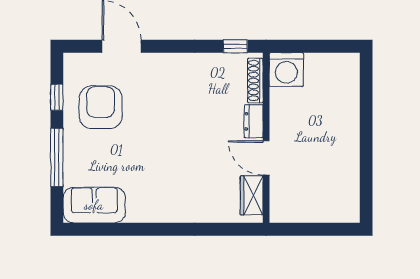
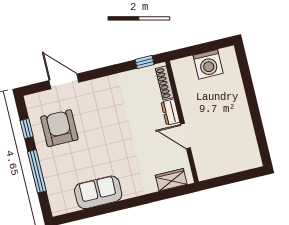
washing machine: (286, 70) -> (208, 64), moved
wardrobe: (252, 195) -> (171, 180), moved, turned 90
sofa: (94, 205) -> (98, 192), moved

